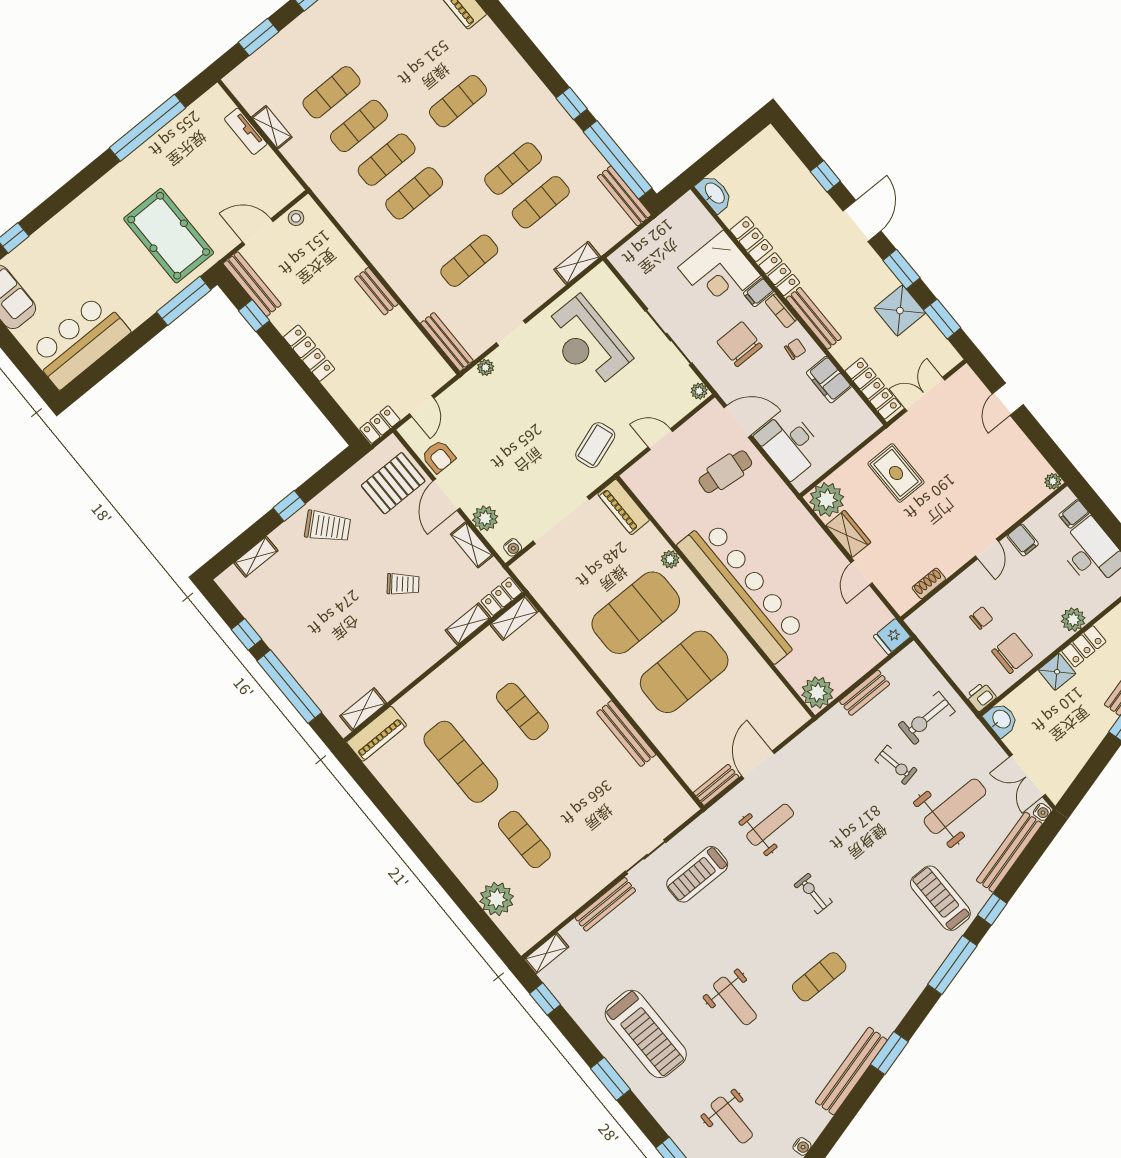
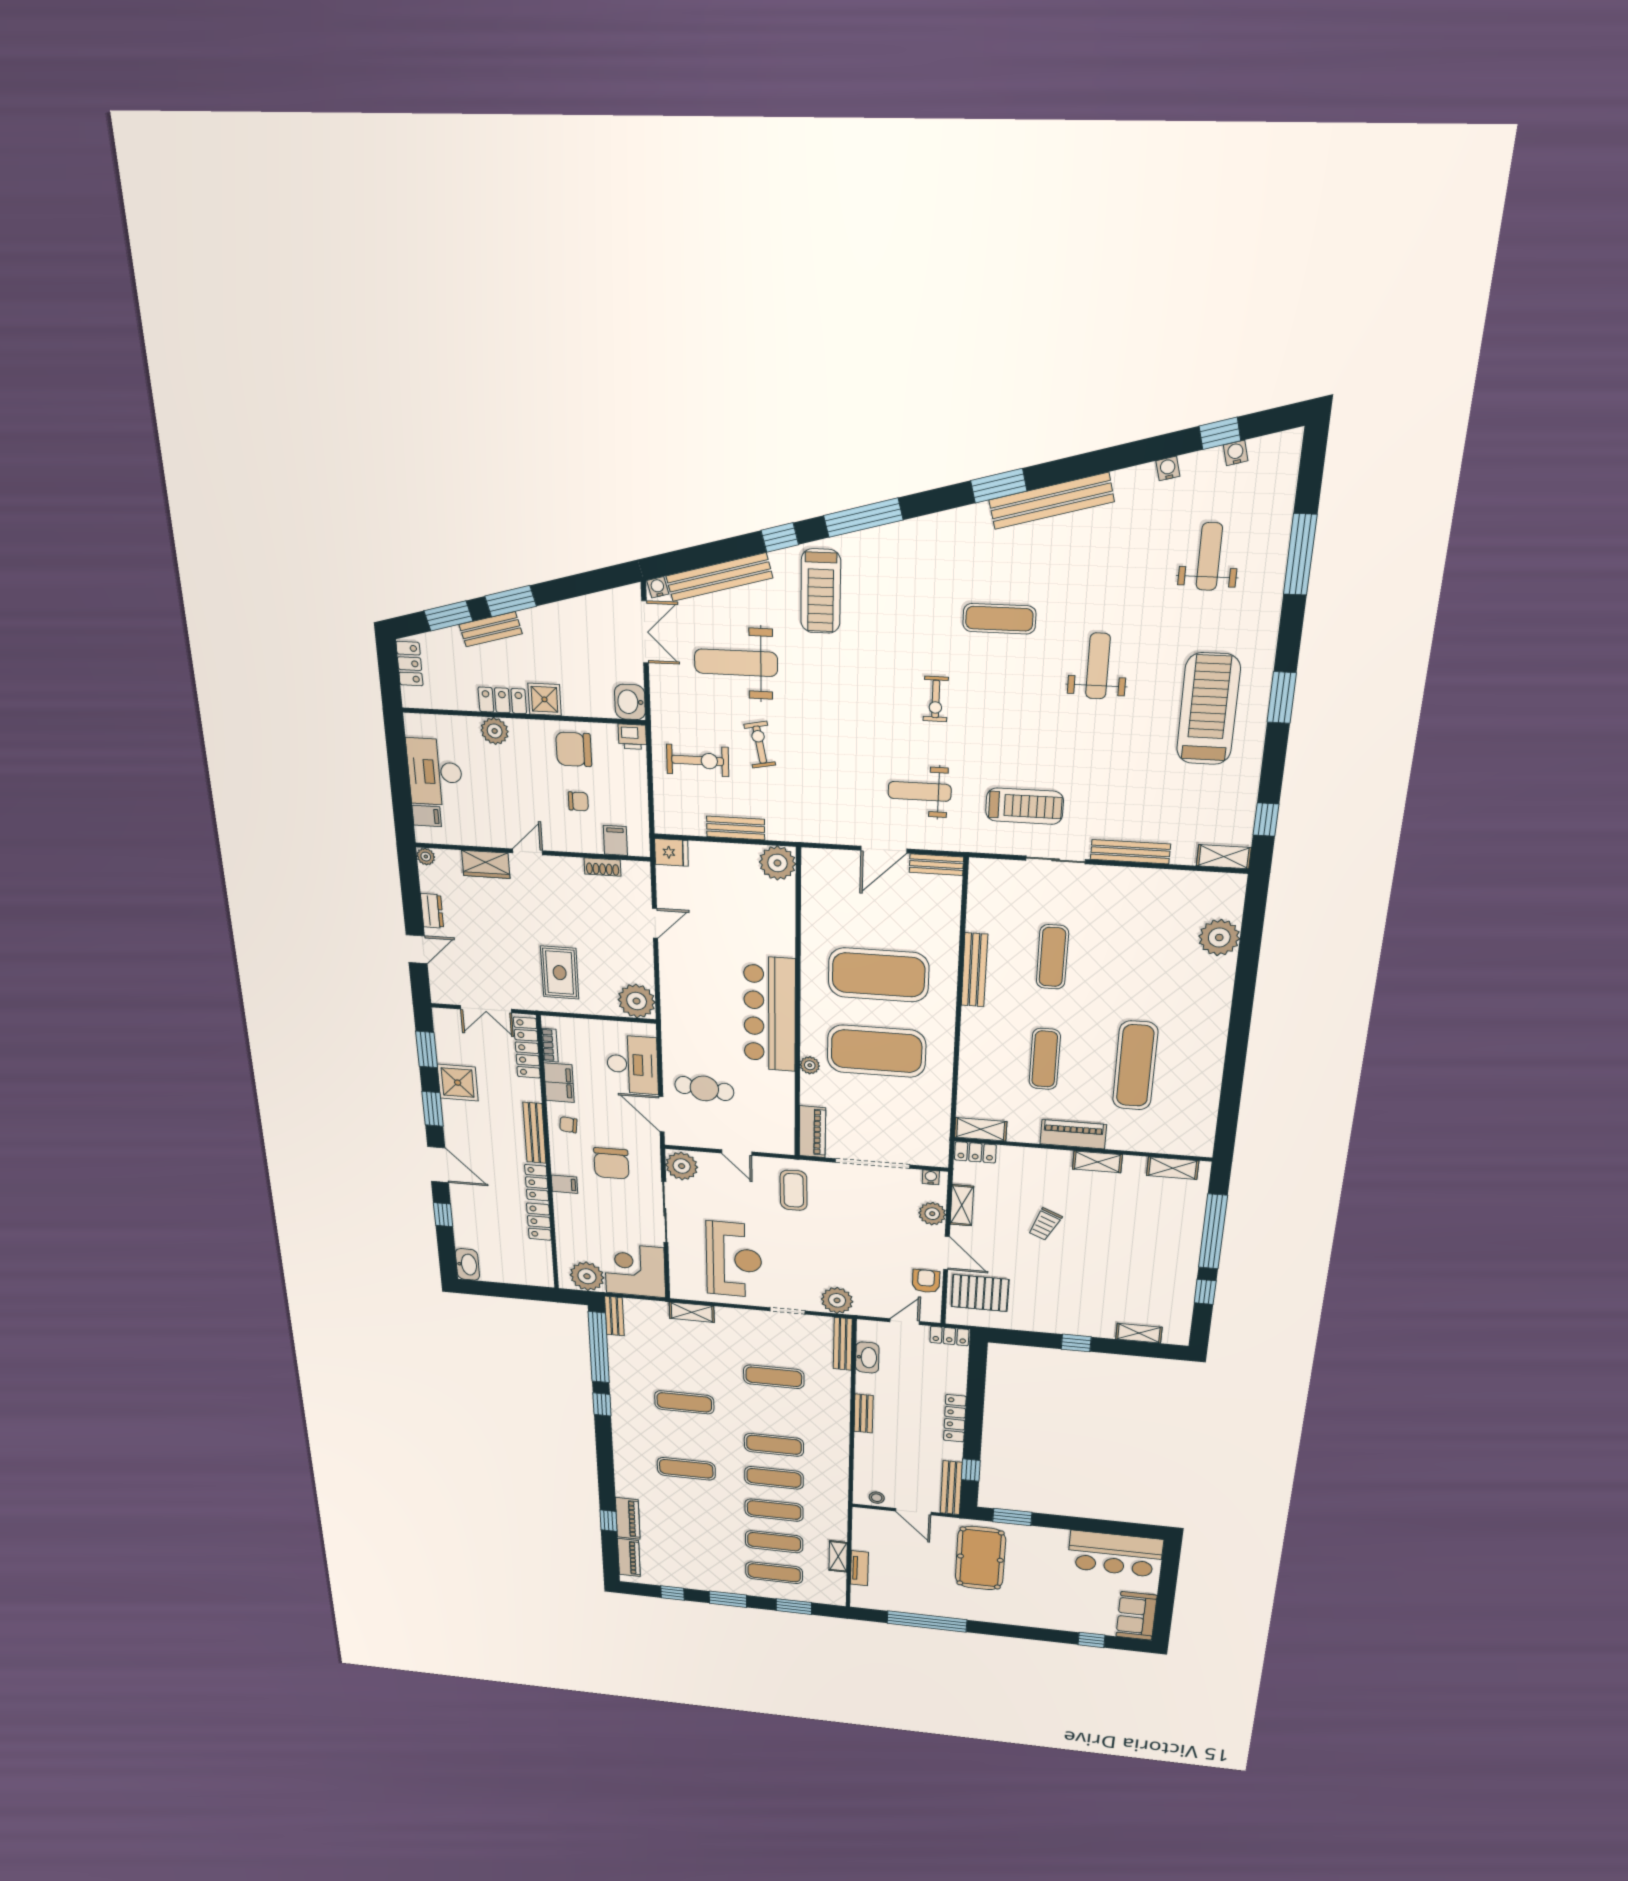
washbasin: (714, 194) -> (467, 1264), moved, turned 180
bench: (624, 196) -> (614, 1316), width x0.73
exercise mat: (541, 202) -> (774, 1573), moved
plant: (678, 221) -> (587, 1276), added
door: (862, 221) -> (438, 1165), swing flipped
corner desk: (719, 271) -> (635, 1270), moved, turned -90
window: (184, 301) -> (1012, 1517), width x0.69
bookcase: (781, 311) -> (550, 1045), moved
washbasin: (419, 347) -> (867, 1357), added
plant: (486, 367) -> (837, 1300), width x1.88, depth x1.88
plant: (699, 391) -> (682, 1166), width x1.87, depth x1.87
dresser: (1019, 441) -> (432, 911), added
coffee table: (595, 445) -> (794, 1190), turned -72
door: (446, 495) -> (946, 1253), hinge flipped
trolley: (328, 526) -> (1062, 1307), removed
wardrobe: (848, 534) -> (486, 864), moved, turned -90
filing cabinet: (1023, 540) -> (615, 840), moved
trolley: (403, 584) -> (1045, 1224), turned -107
bar counter: (743, 590) -> (770, 1014), width x0.73
chair: (981, 618) -> (578, 801), turned 180
shelving: (468, 624) -> (1097, 1162), moved
piano: (377, 734) -> (1073, 1134), moved
exercise mat: (524, 839) -> (1052, 957), moved

